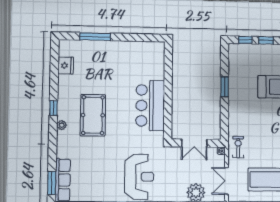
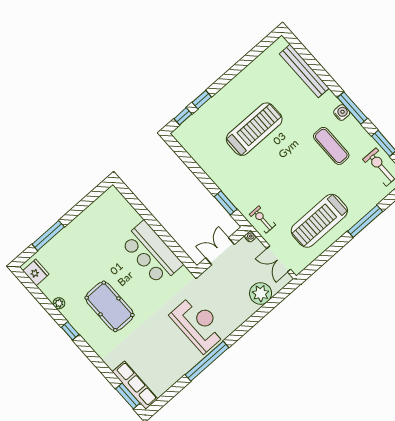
fridge: (66, 66) -> (36, 272), moved
window: (225, 87) -> (226, 203), moved
plant: (62, 125) -> (59, 303), moved
double door: (194, 143) -> (220, 251), swing flipped

